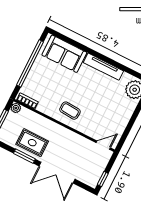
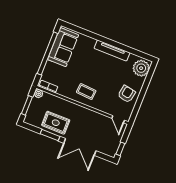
sofa: (64, 54) -> (63, 47), moved, turned -90
armchair: (115, 118) -> (127, 94), added
door: (103, 145) -> (118, 119), swing flipped

